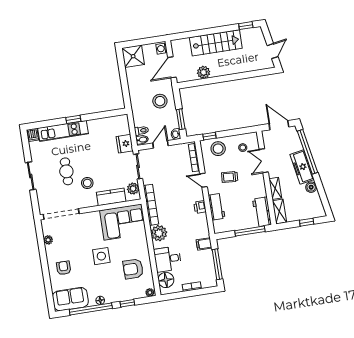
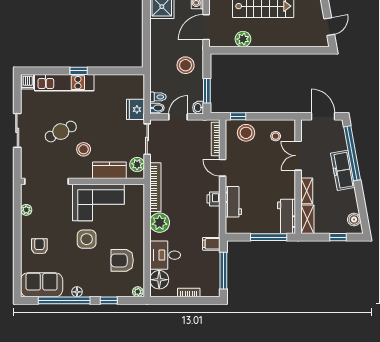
cafe table: (66, 171) -> (61, 132), turned 64
trolley: (230, 177) -> (254, 169), removed
boiler: (311, 187) -> (354, 219), moved
corner sofa: (123, 222) -> (98, 203), moved

